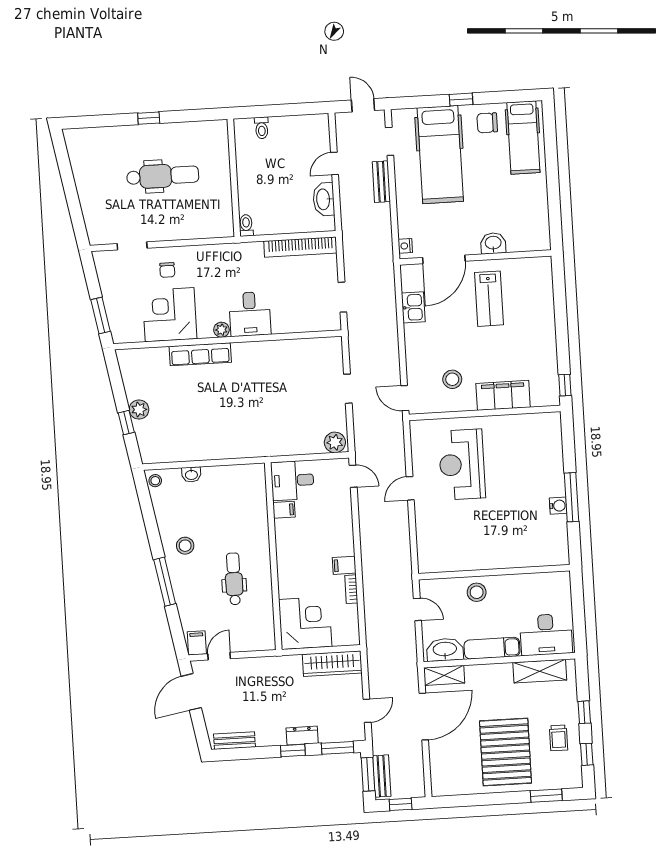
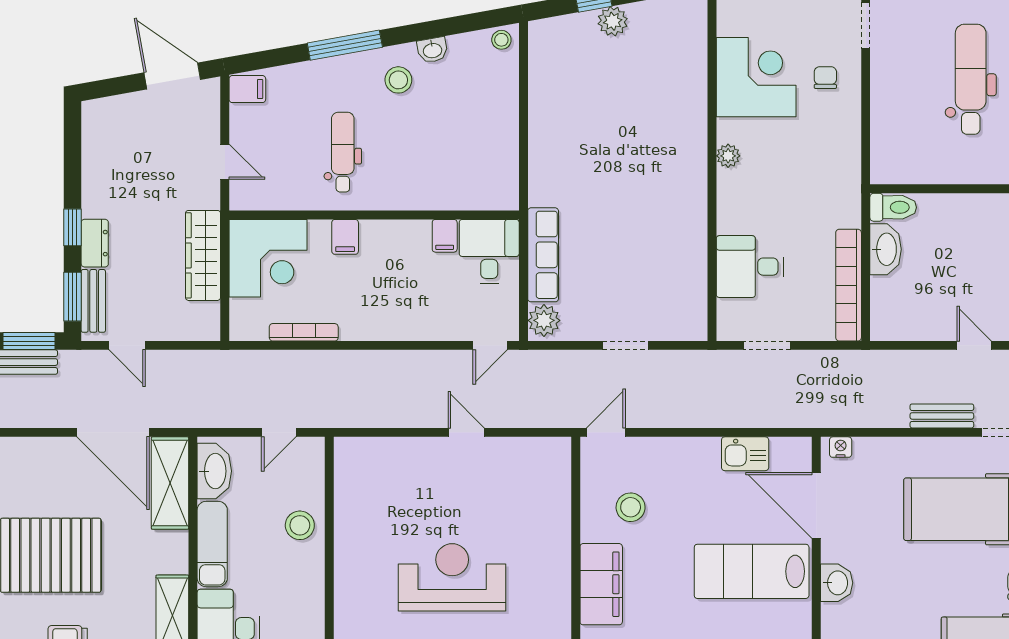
dental chair: (163, 176) -> (971, 79), turned 180
washbasin: (324, 199) -> (886, 249), moved, turned 90
toilet: (246, 225) -> (893, 207), width x1.37, depth x1.39
chair: (167, 270) -> (825, 78), turned 90
lab bench: (489, 299) -> (752, 571), width x1.36, depth x1.39
desk: (250, 314) -> (750, 267), moved
row of seats: (200, 354) -> (543, 255), moved, turned 180
reception desk: (462, 465) -> (452, 577), moved
washbasin: (191, 475) -> (432, 50), moved, turned -100
filing cabinet: (344, 565) -> (345, 237), moved, turned 180
dental chair: (234, 579) -> (343, 152), turned -90
bookcase: (351, 589) -> (304, 332), width x1.56
door: (219, 656) -> (225, 162), moved
wardrobe: (332, 664) -> (203, 255), moved
shelving: (444, 675) -> (170, 483), width x1.50, depth x1.33
bench: (234, 741) -> (93, 301), moved

